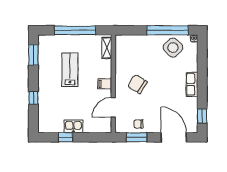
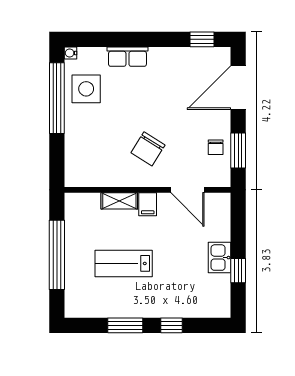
shelving: (107, 48) -> (119, 201), moved
side table: (173, 48) -> (86, 89), turned 45
window: (33, 55) -> (125, 325), moved
row of seats: (192, 84) -> (127, 57), moved

